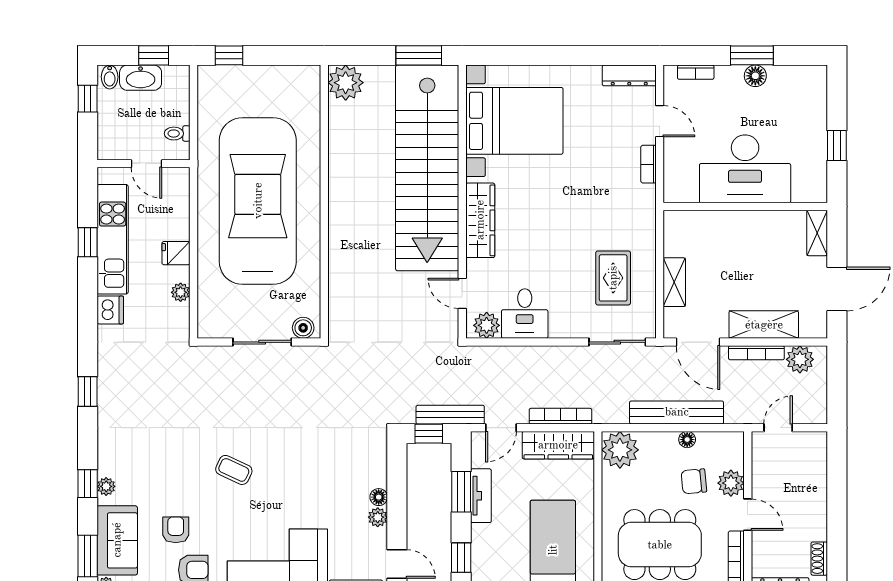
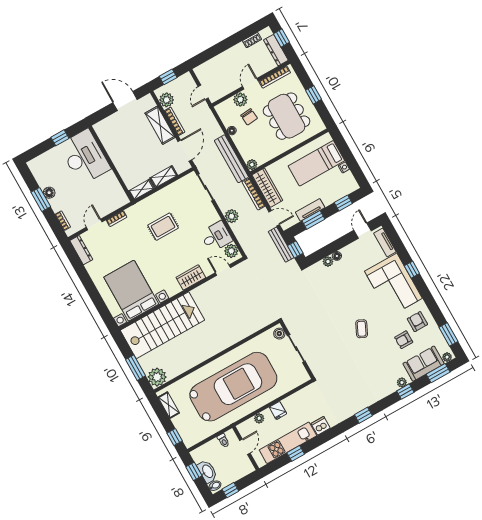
window: (419, 55) -> (136, 368), moved
shelving: (288, 76) -> (169, 405), added
stairs: (427, 168) -> (162, 325), width x0.73
desk: (745, 169) -> (85, 157), moved
car: (258, 201) -> (233, 387), turned 180
wardrobe: (480, 220) -> (191, 277), width x0.67
shelving: (817, 233) -> (141, 190), moved
rug: (613, 278) -> (163, 227), moved
plant: (181, 292) -> (259, 418), moved
door: (462, 293) -> (223, 270), swing flipped
plant: (544, 359) -> (232, 216), added
window: (837, 384) -> (168, 77), added
bench: (677, 412) -> (231, 159), moved
door: (778, 428) -> (203, 92), hinge flipped
plant: (620, 450) -> (252, 165), width x0.53, depth x0.53
plant: (378, 517) -> (328, 262), moved

